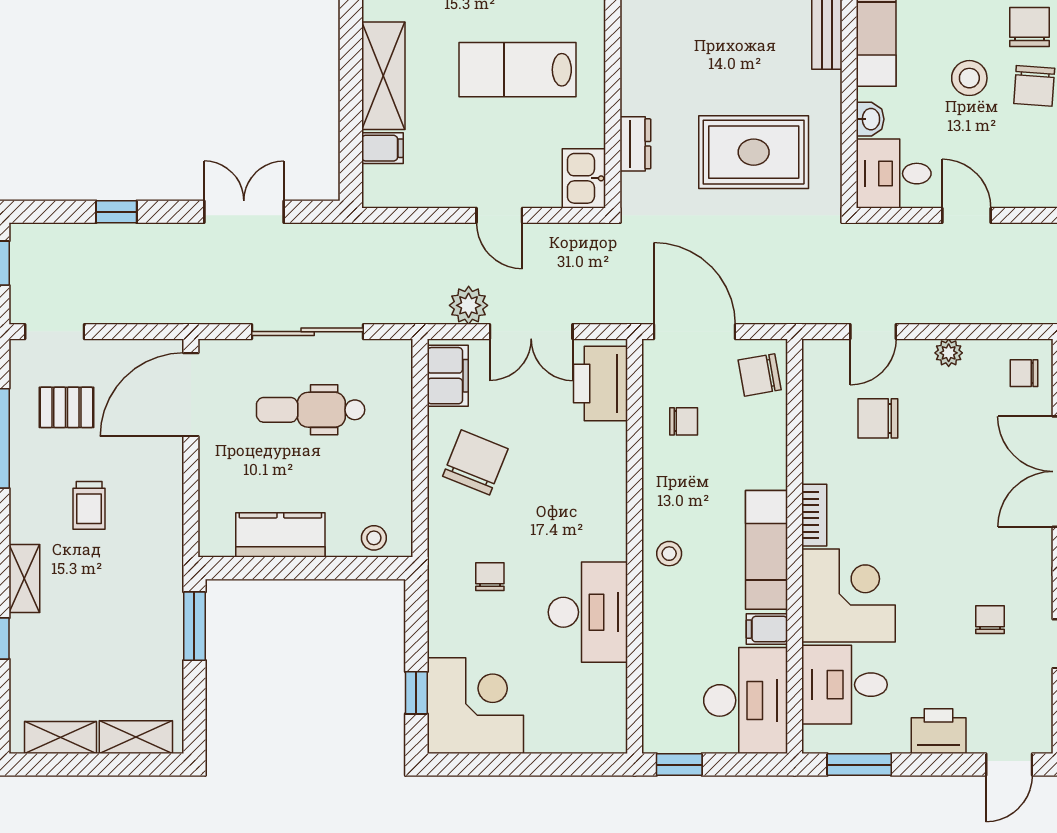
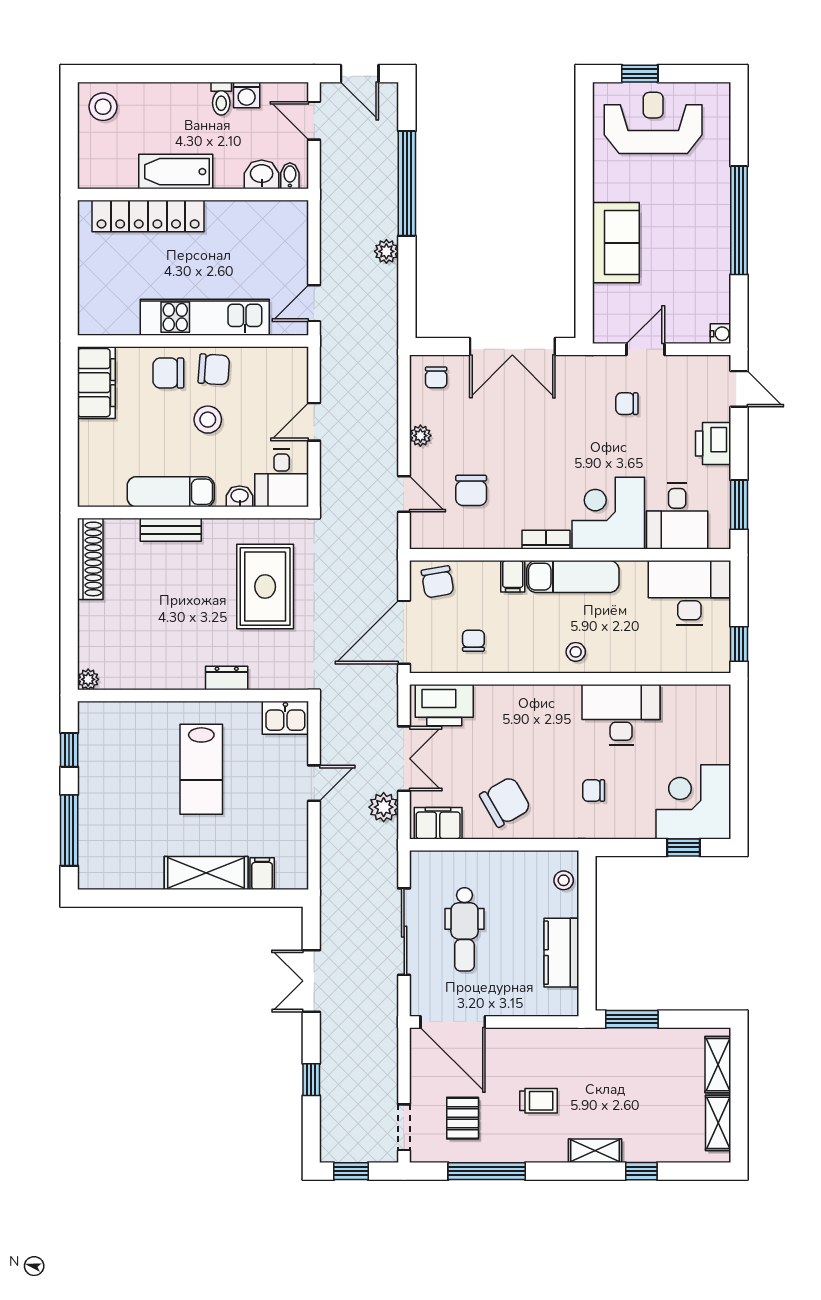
dresser: (635, 144) -> (227, 678), moved
chair: (475, 462) -> (505, 802), turned 128
filing cabinet: (767, 629) -> (513, 576), moved

